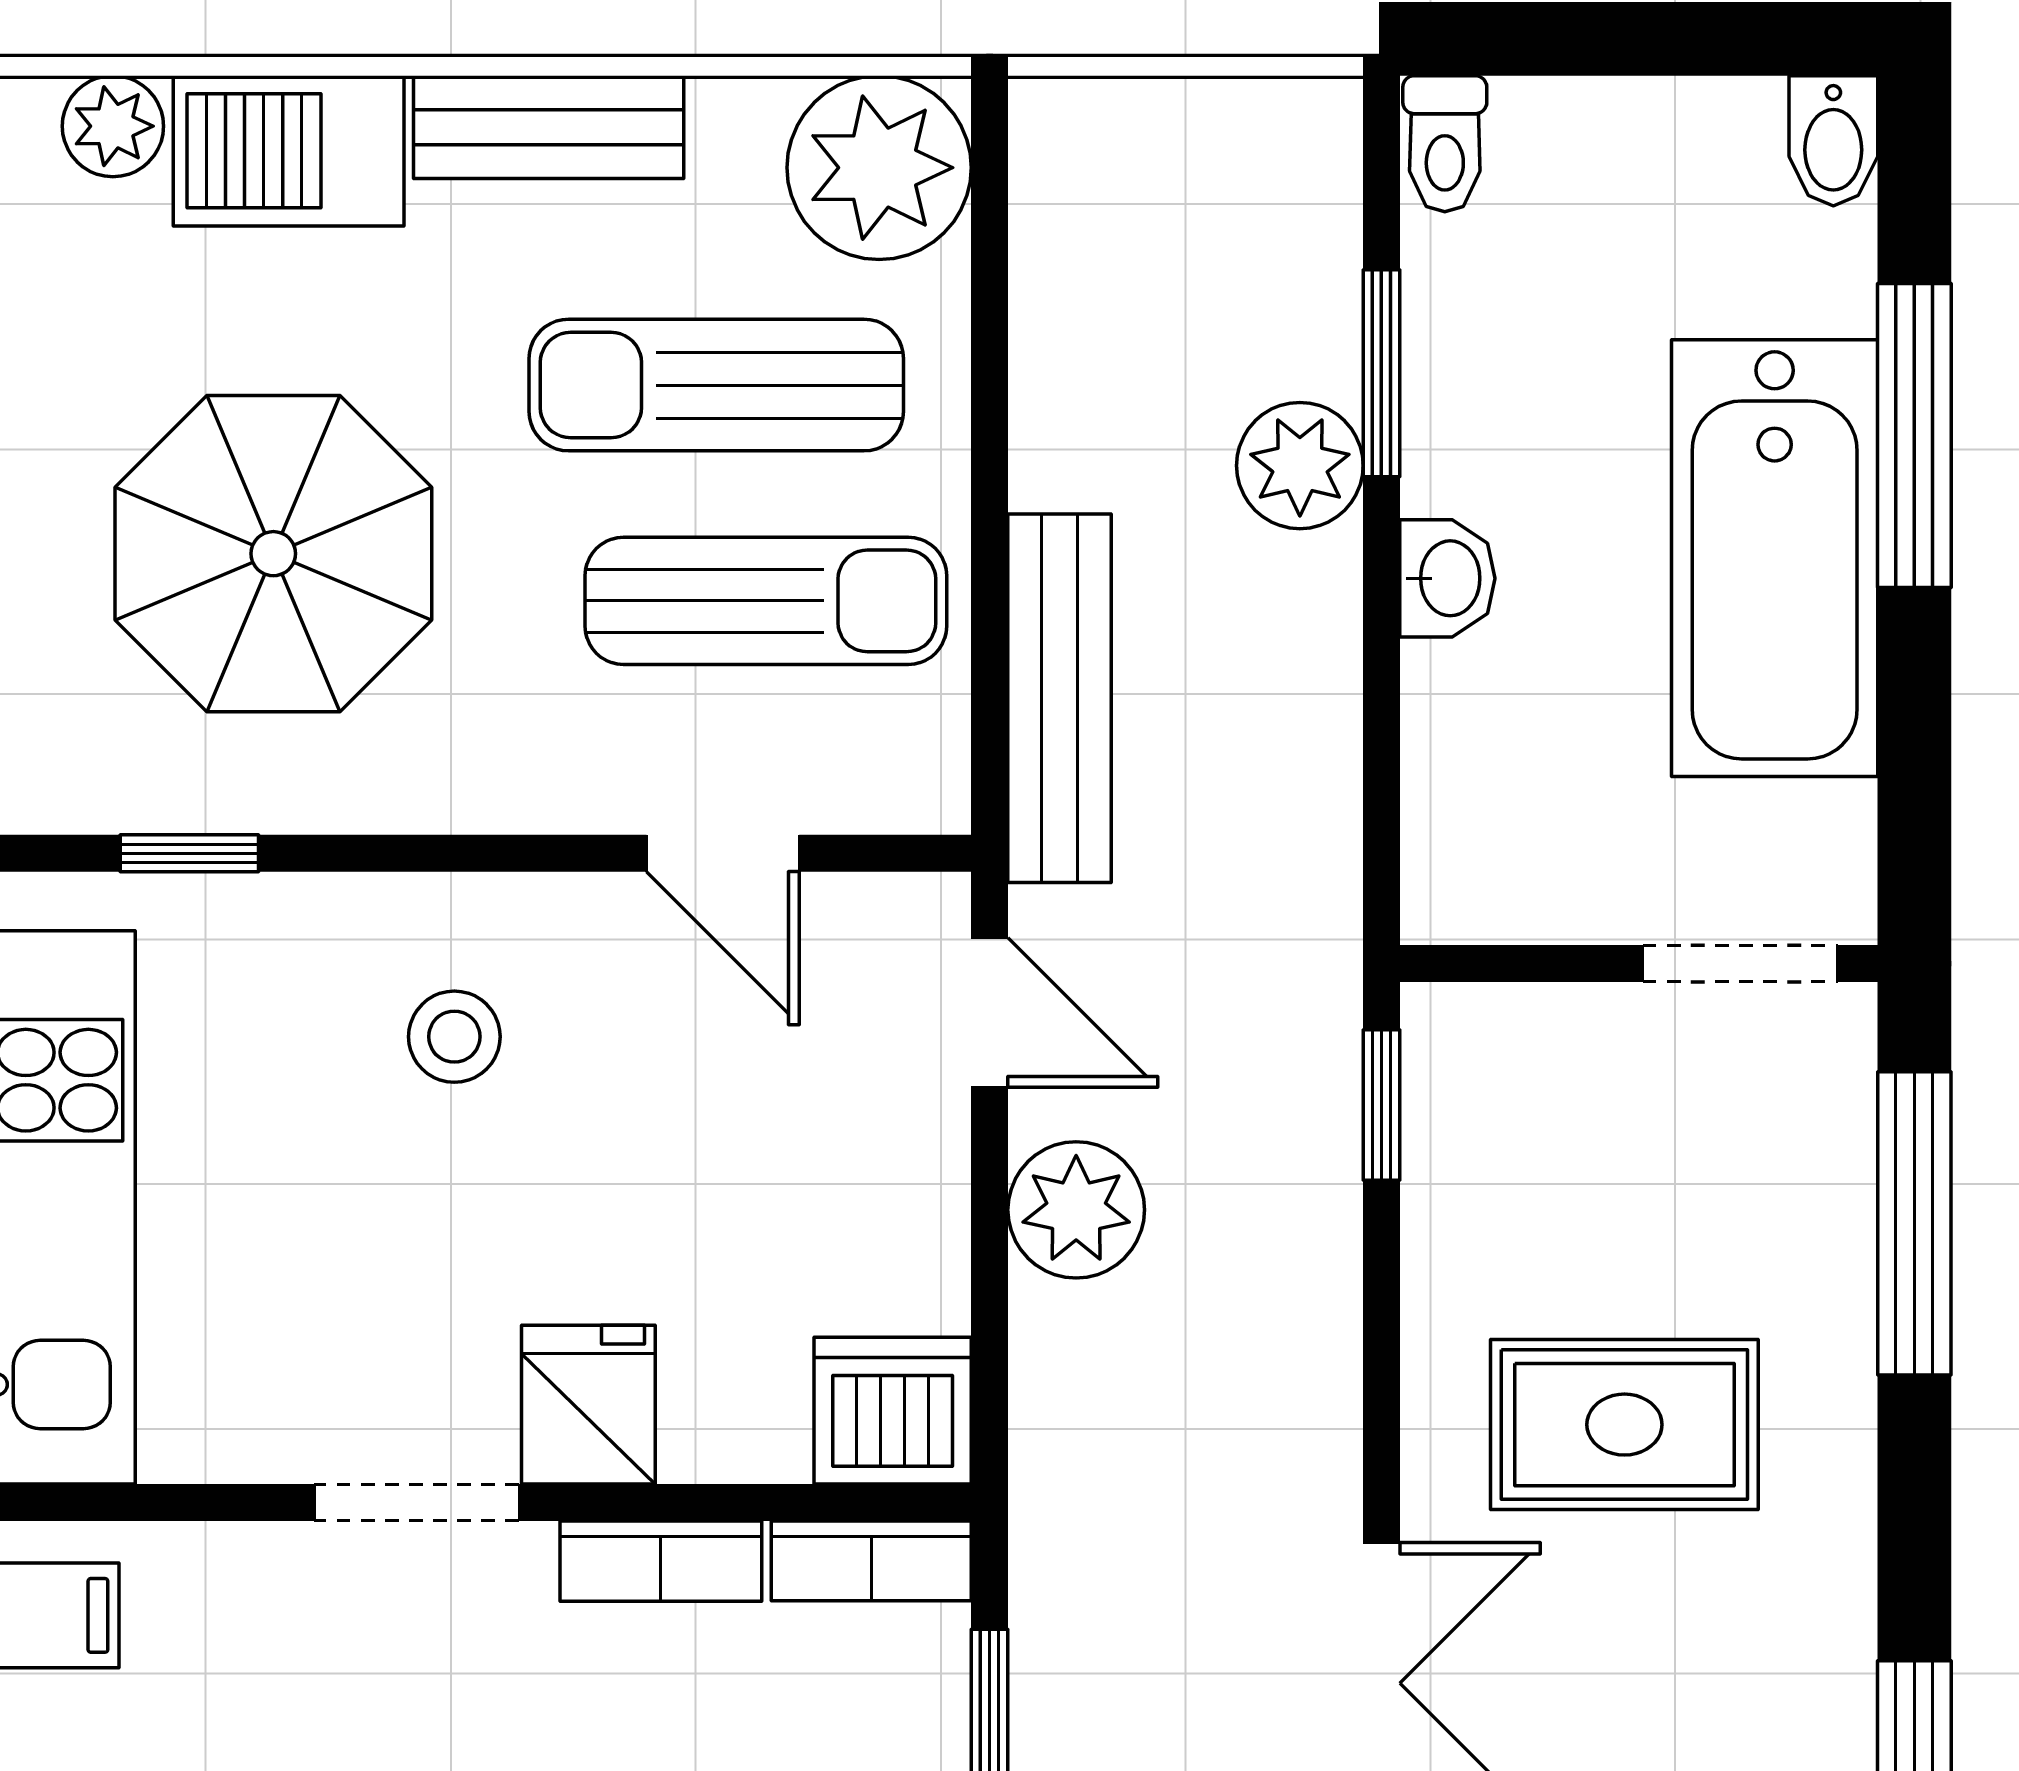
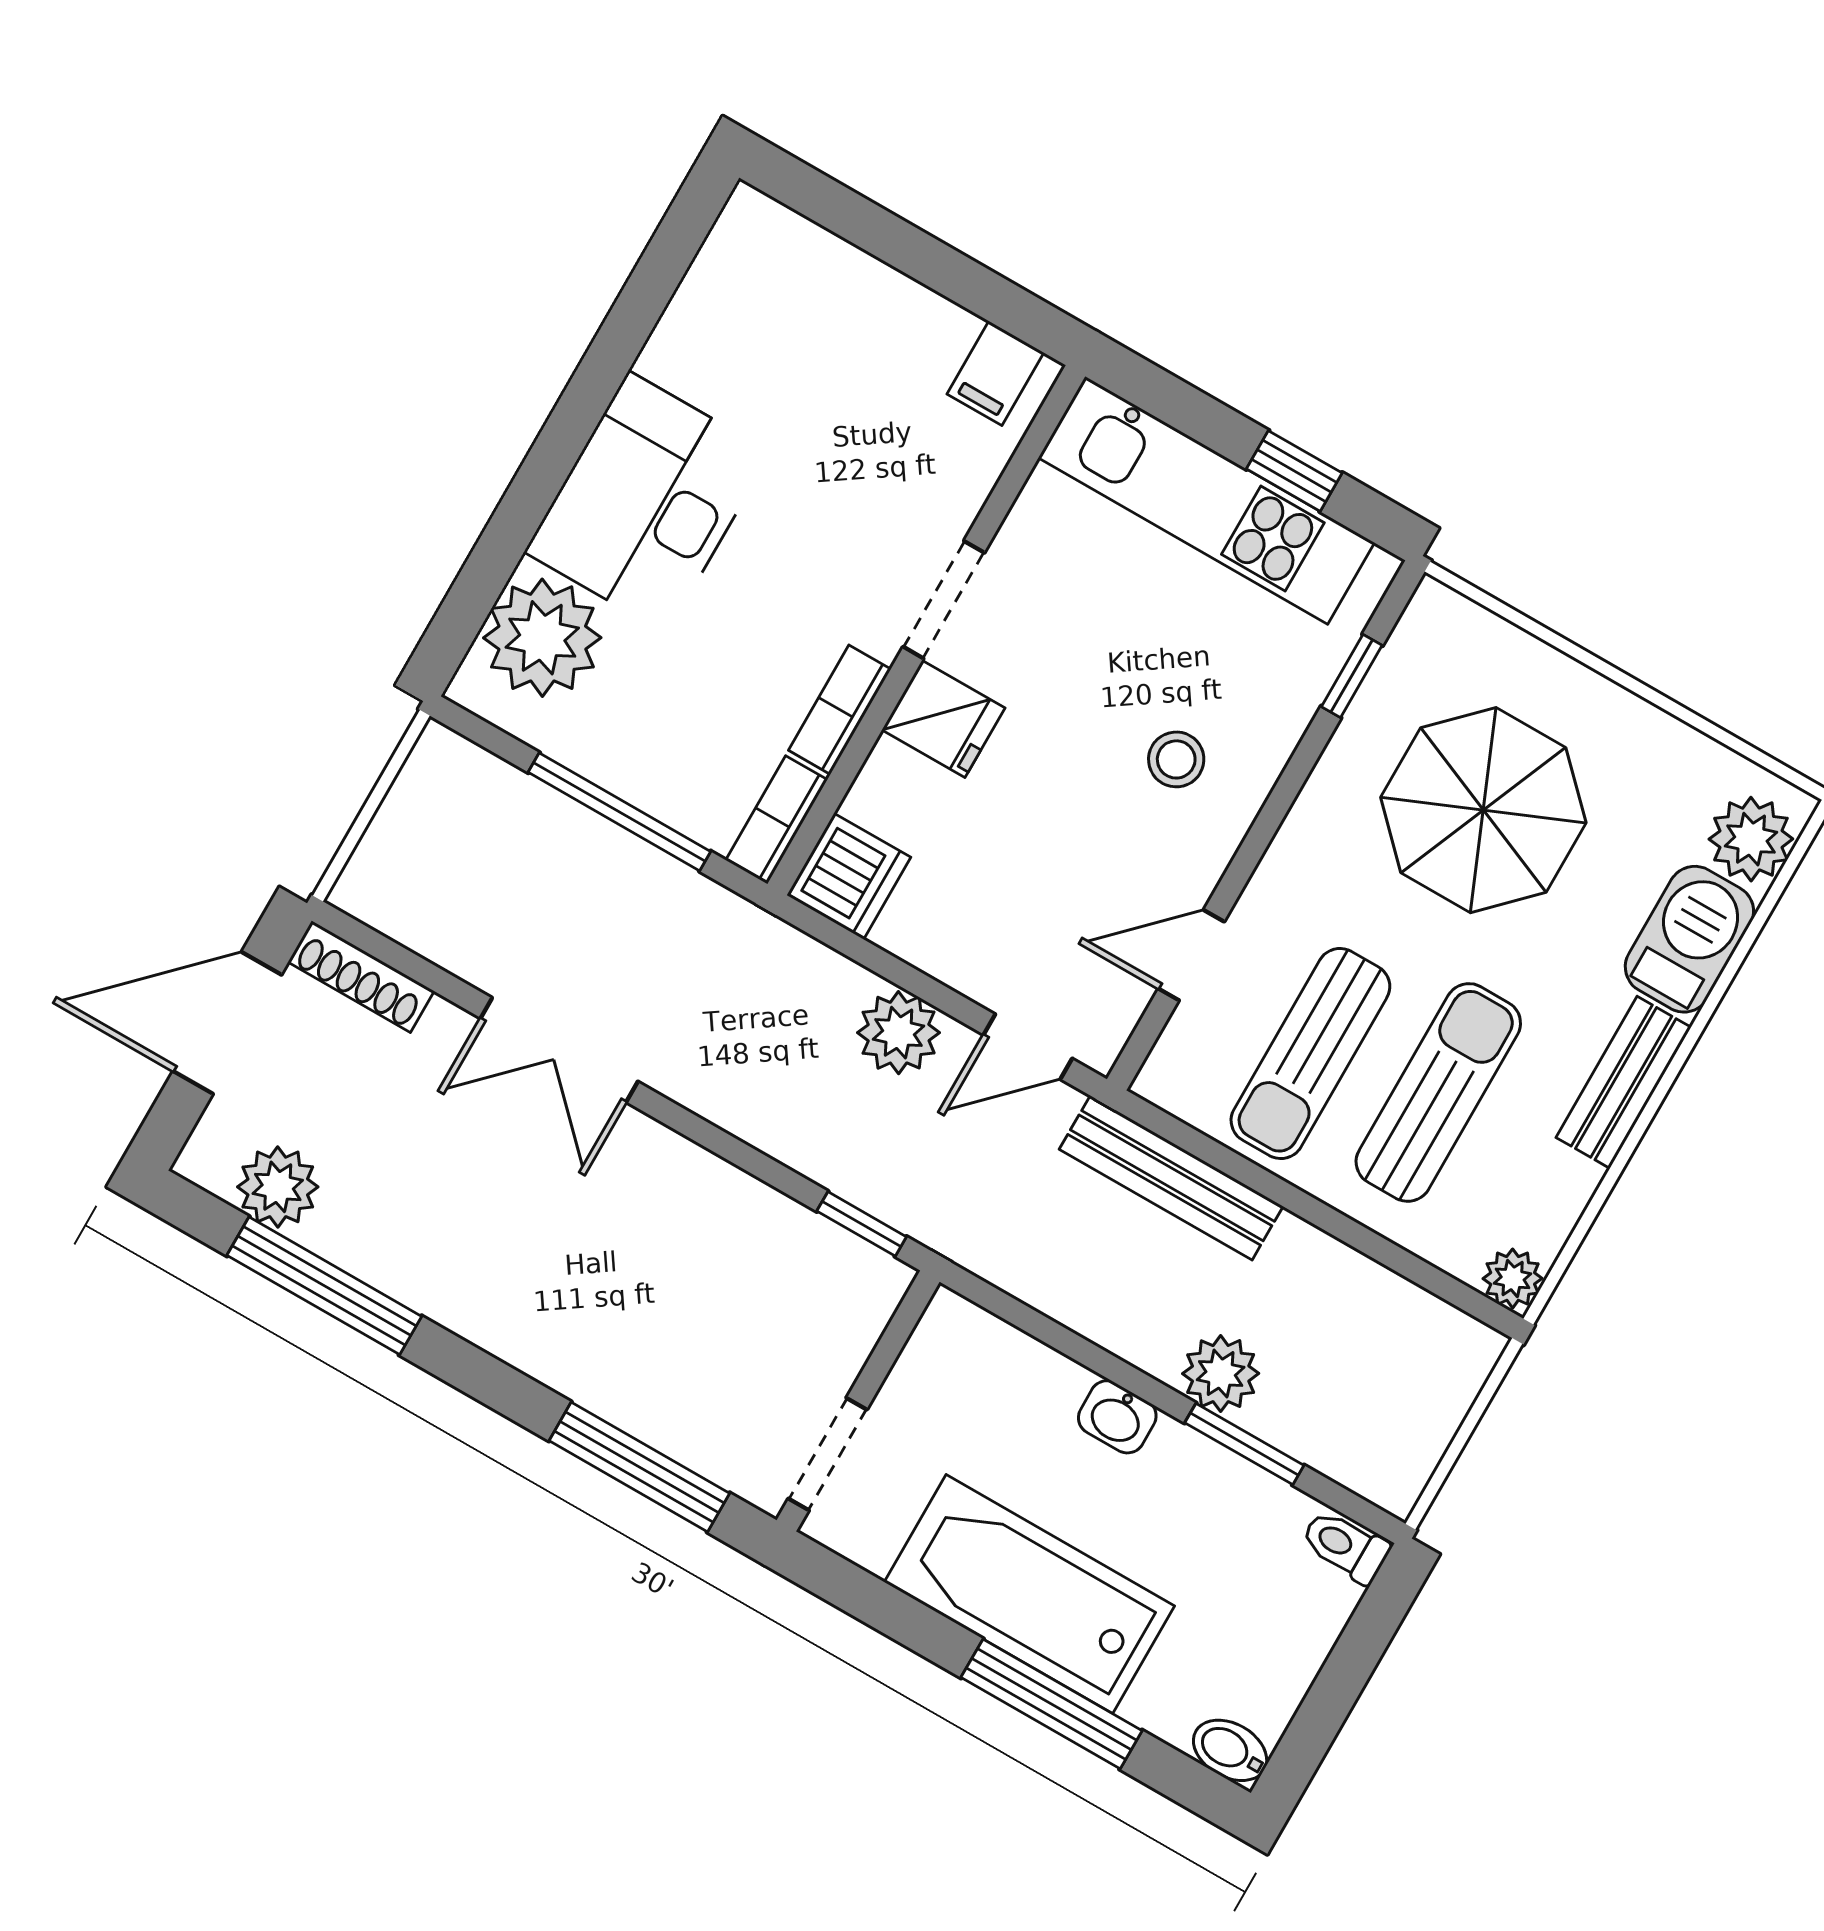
plant: (113, 126) -> (1751, 839), width x1.38, depth x1.38
plant: (879, 168) -> (1513, 1278), width x0.53, depth x0.53
rug: (1624, 1425) -> (621, 1255), removed

